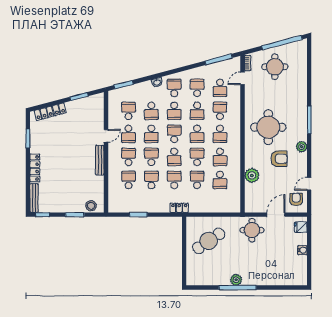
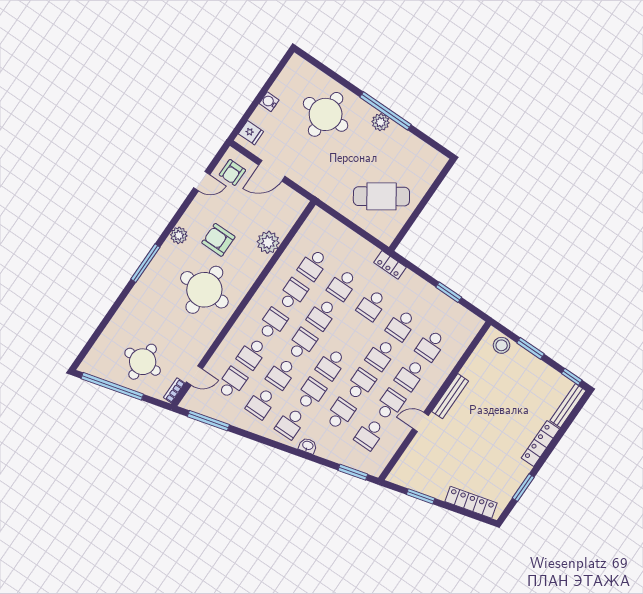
school desk: (197, 111) -> (281, 374), turned 180
school desk: (174, 157) -> (351, 335), removed
school desk: (220, 180) -> (313, 265), turned 180
round table: (252, 230) -> (326, 114), moved, width x1.36, depth x1.36

